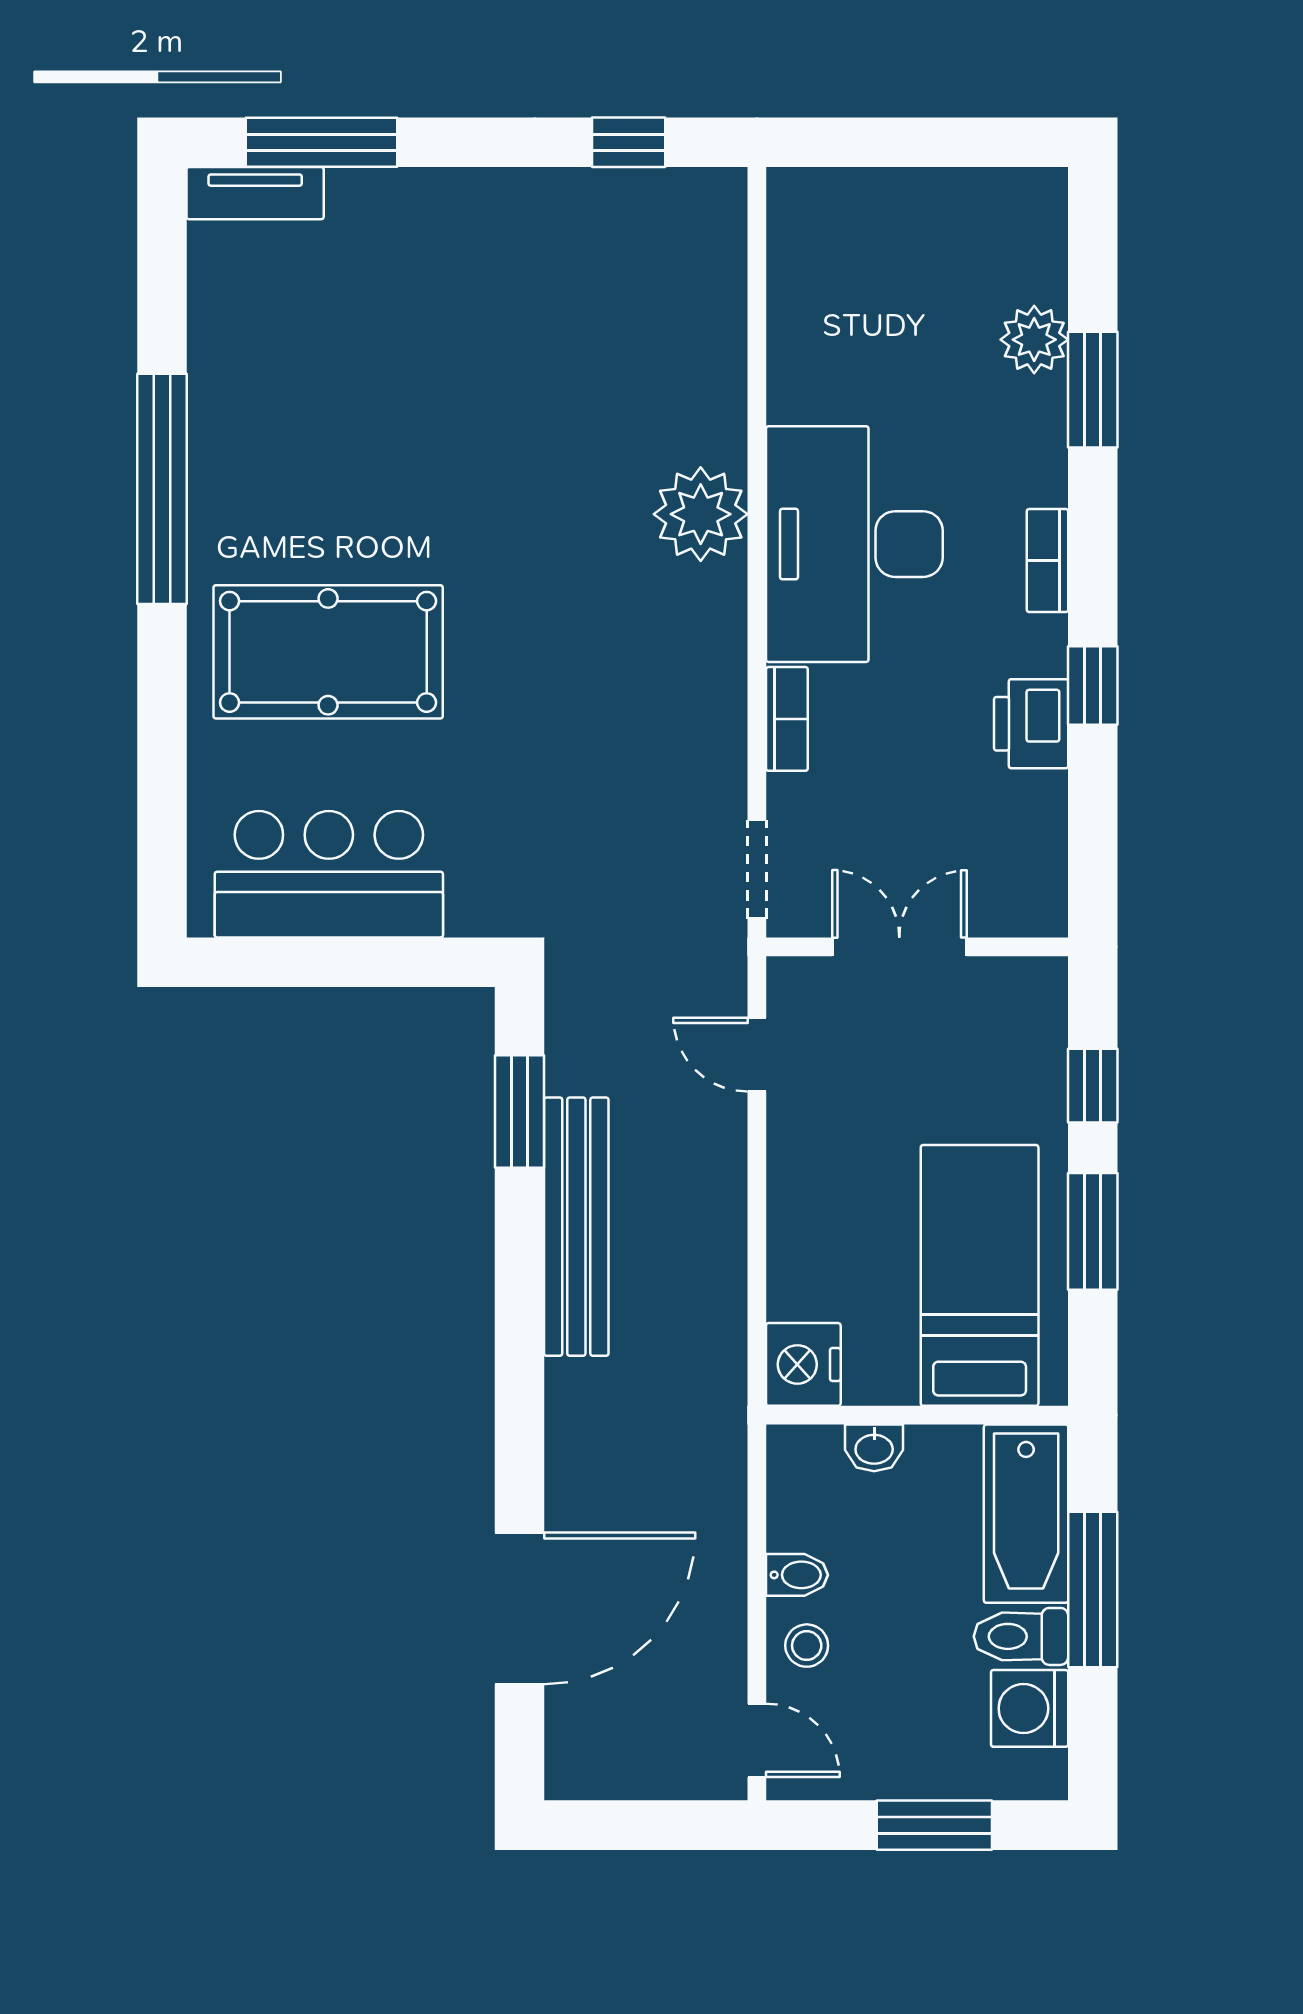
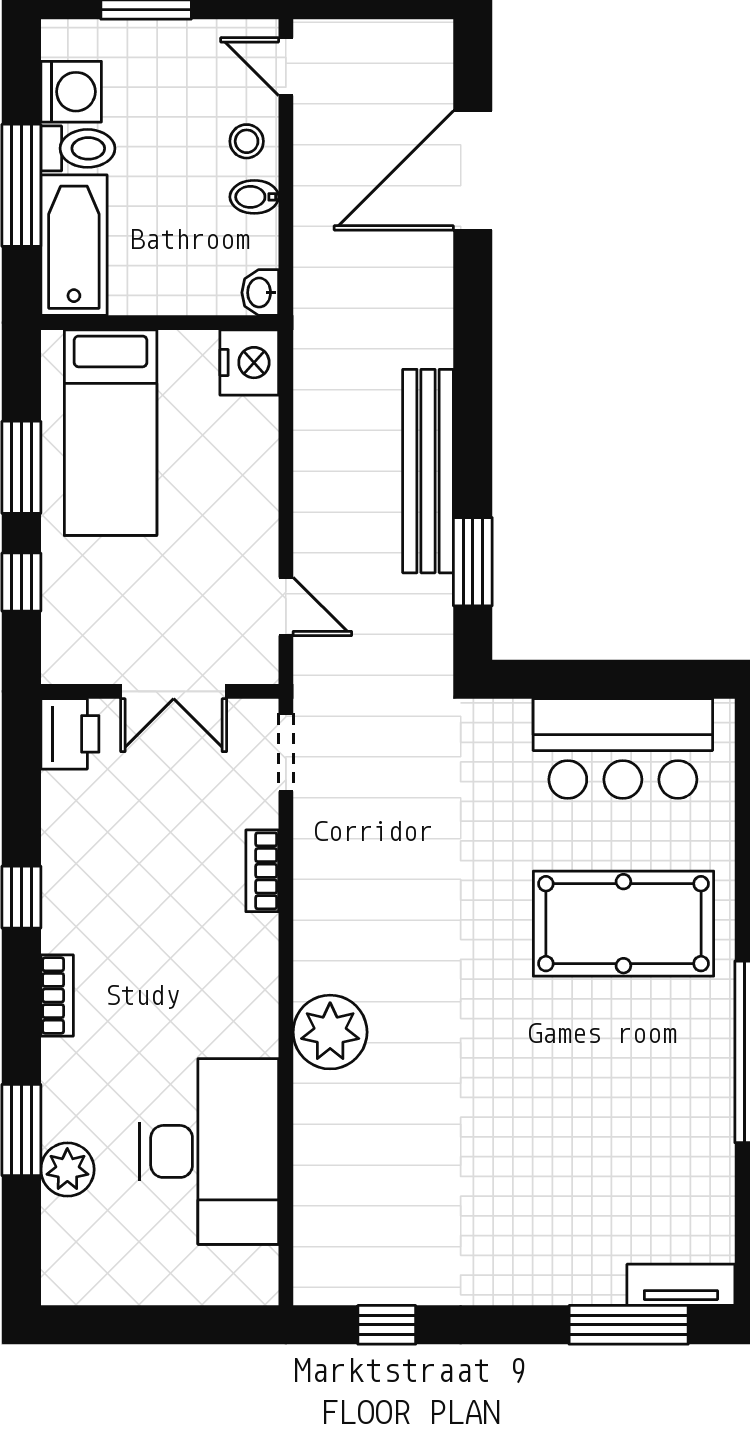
desk: (854, 544) -> (209, 1151), moved
printer: (1031, 724) -> (70, 734), moved
washbasin: (874, 1448) -> (260, 293), moved, turned -90

